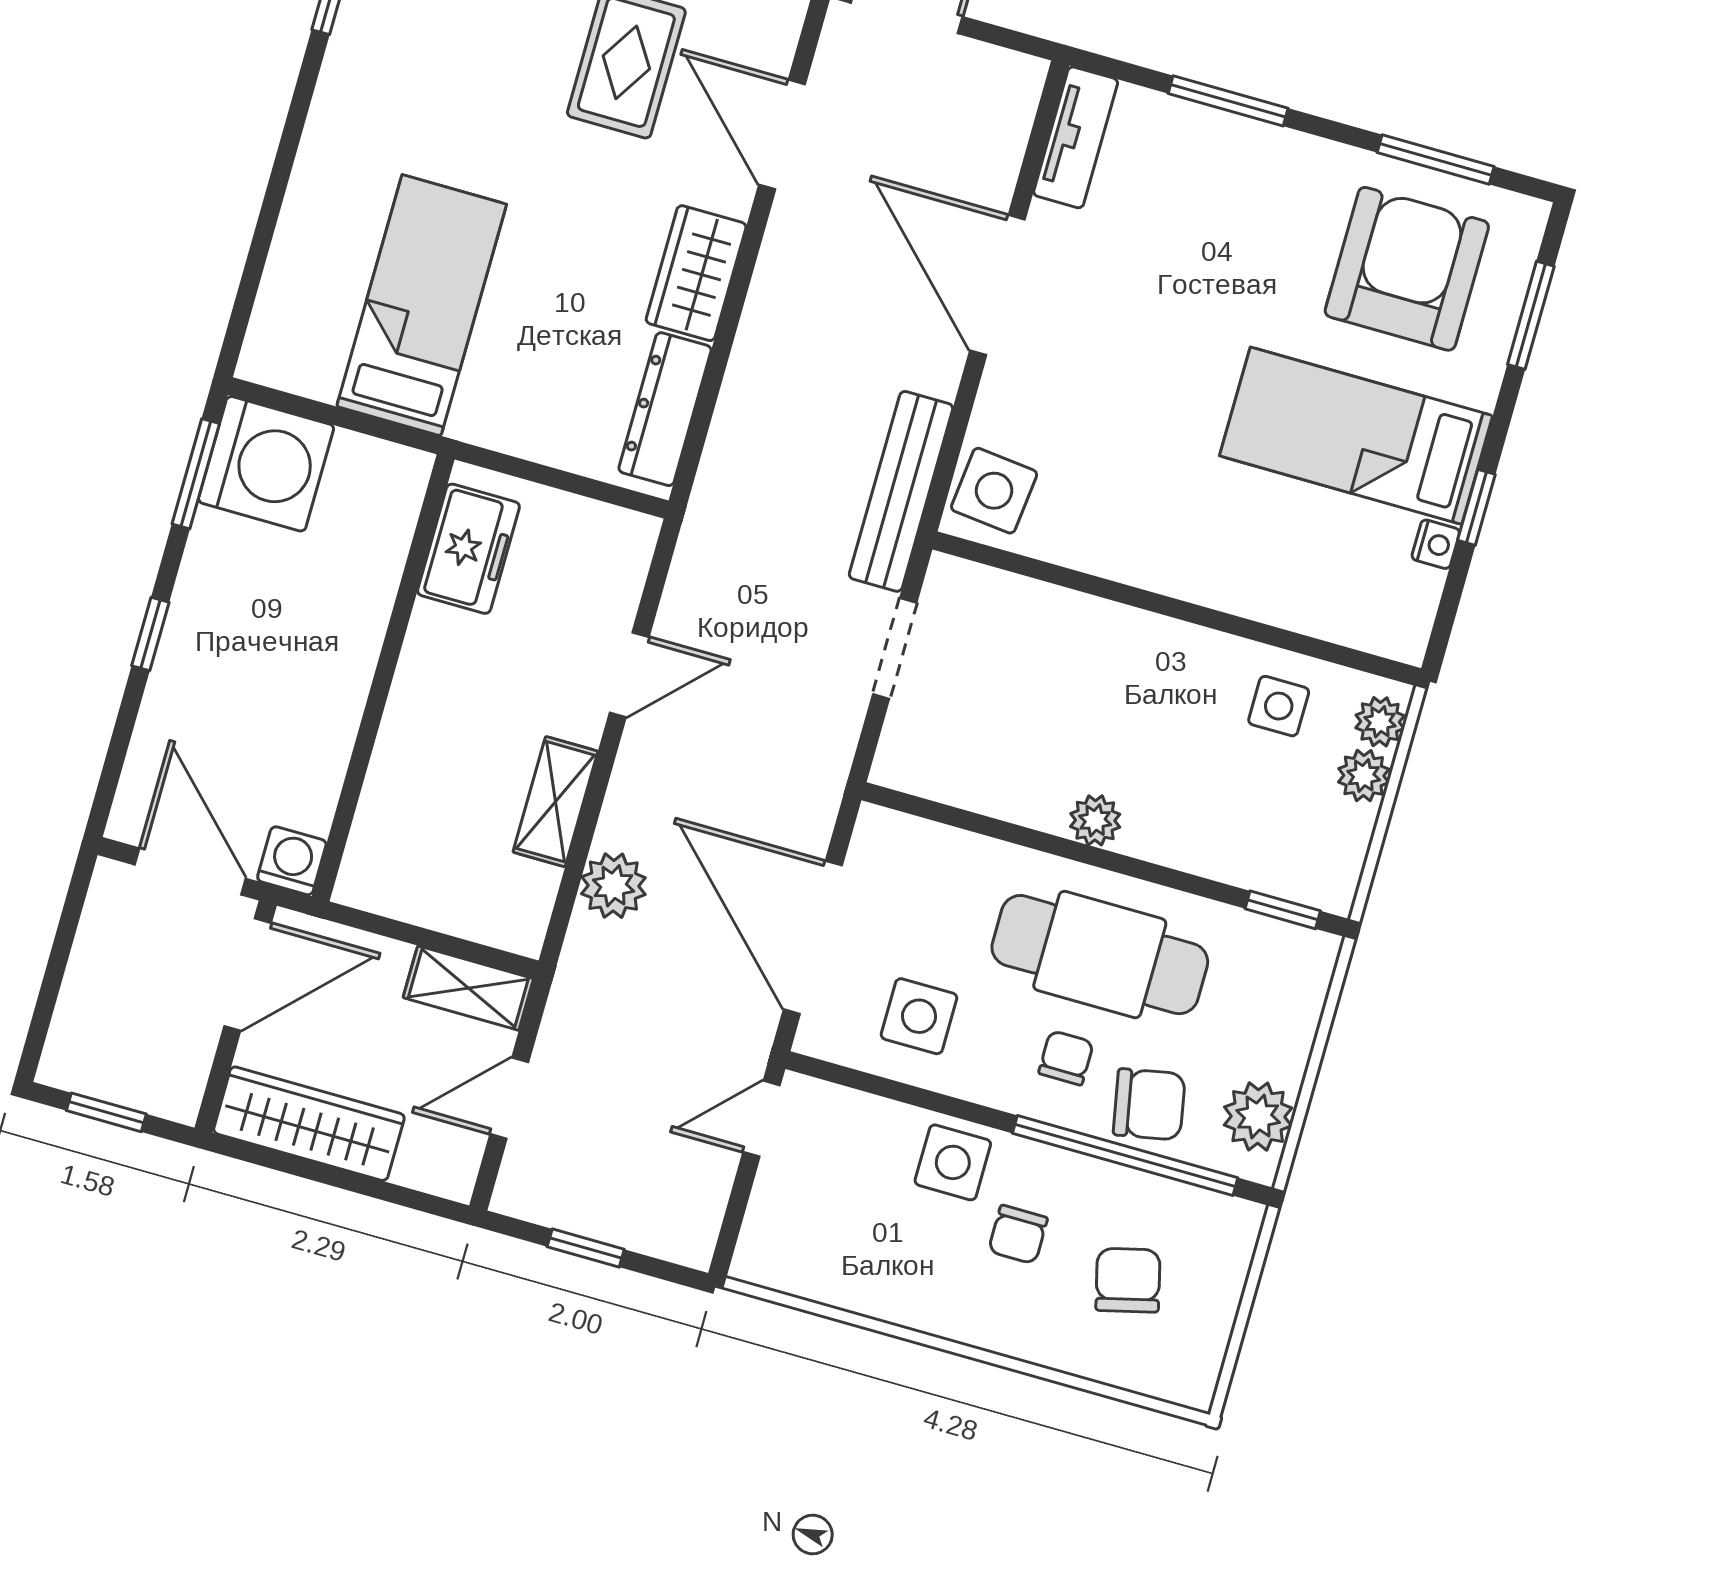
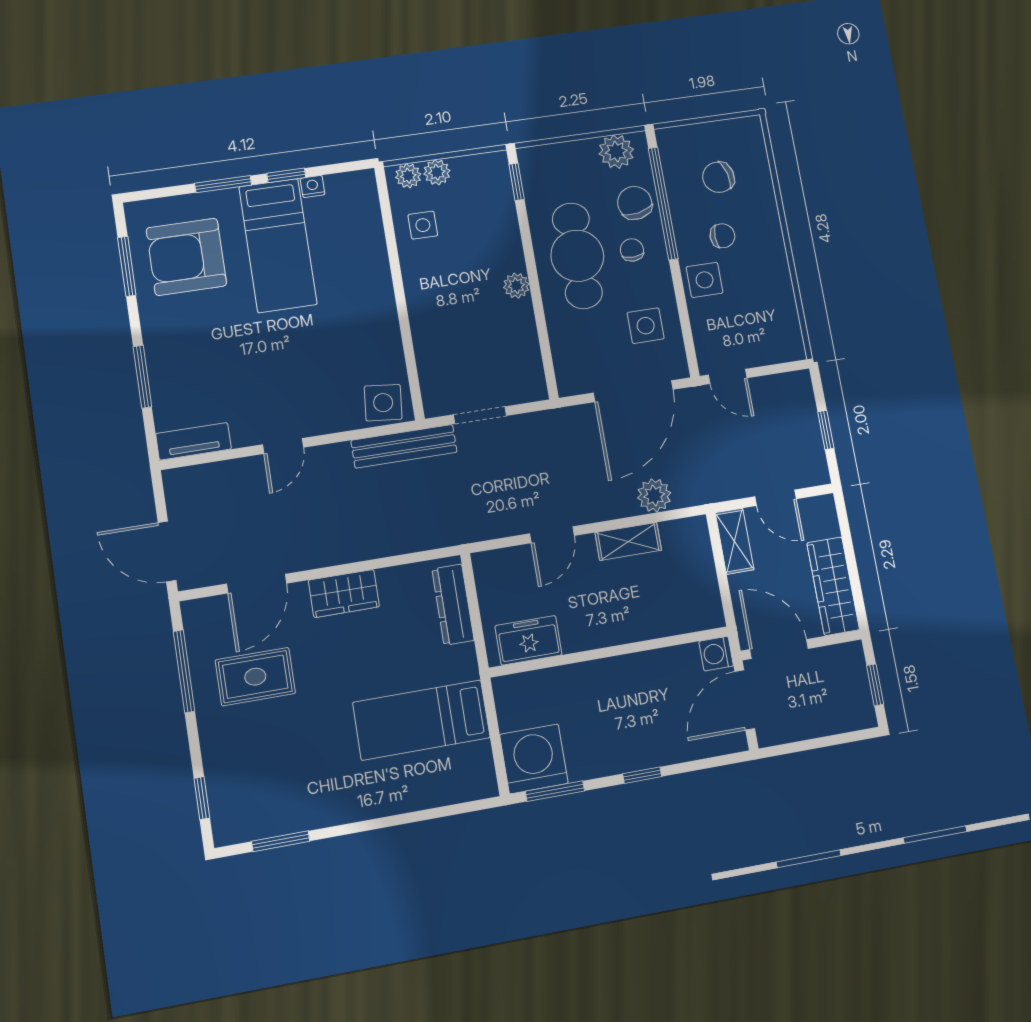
door: (997, 285) -> (283, 446), width x0.53
window: (1531, 315) -> (223, 184), moved
dresser: (665, 409) -> (453, 605), moved, turned 90
door: (629, 675) -> (552, 535), swing flipped
chair: (1066, 1058) -> (632, 250), turned 89

